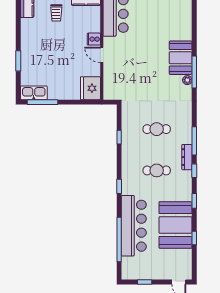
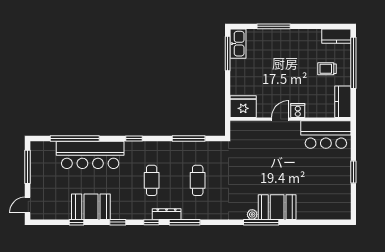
window: (18, 61) -> (274, 26), width x1.44
window: (119, 137) -> (189, 139), width x2.17
booth: (175, 225) -> (91, 207), width x0.73, depth x0.70
window: (145, 282) -> (27, 167), width x2.17

